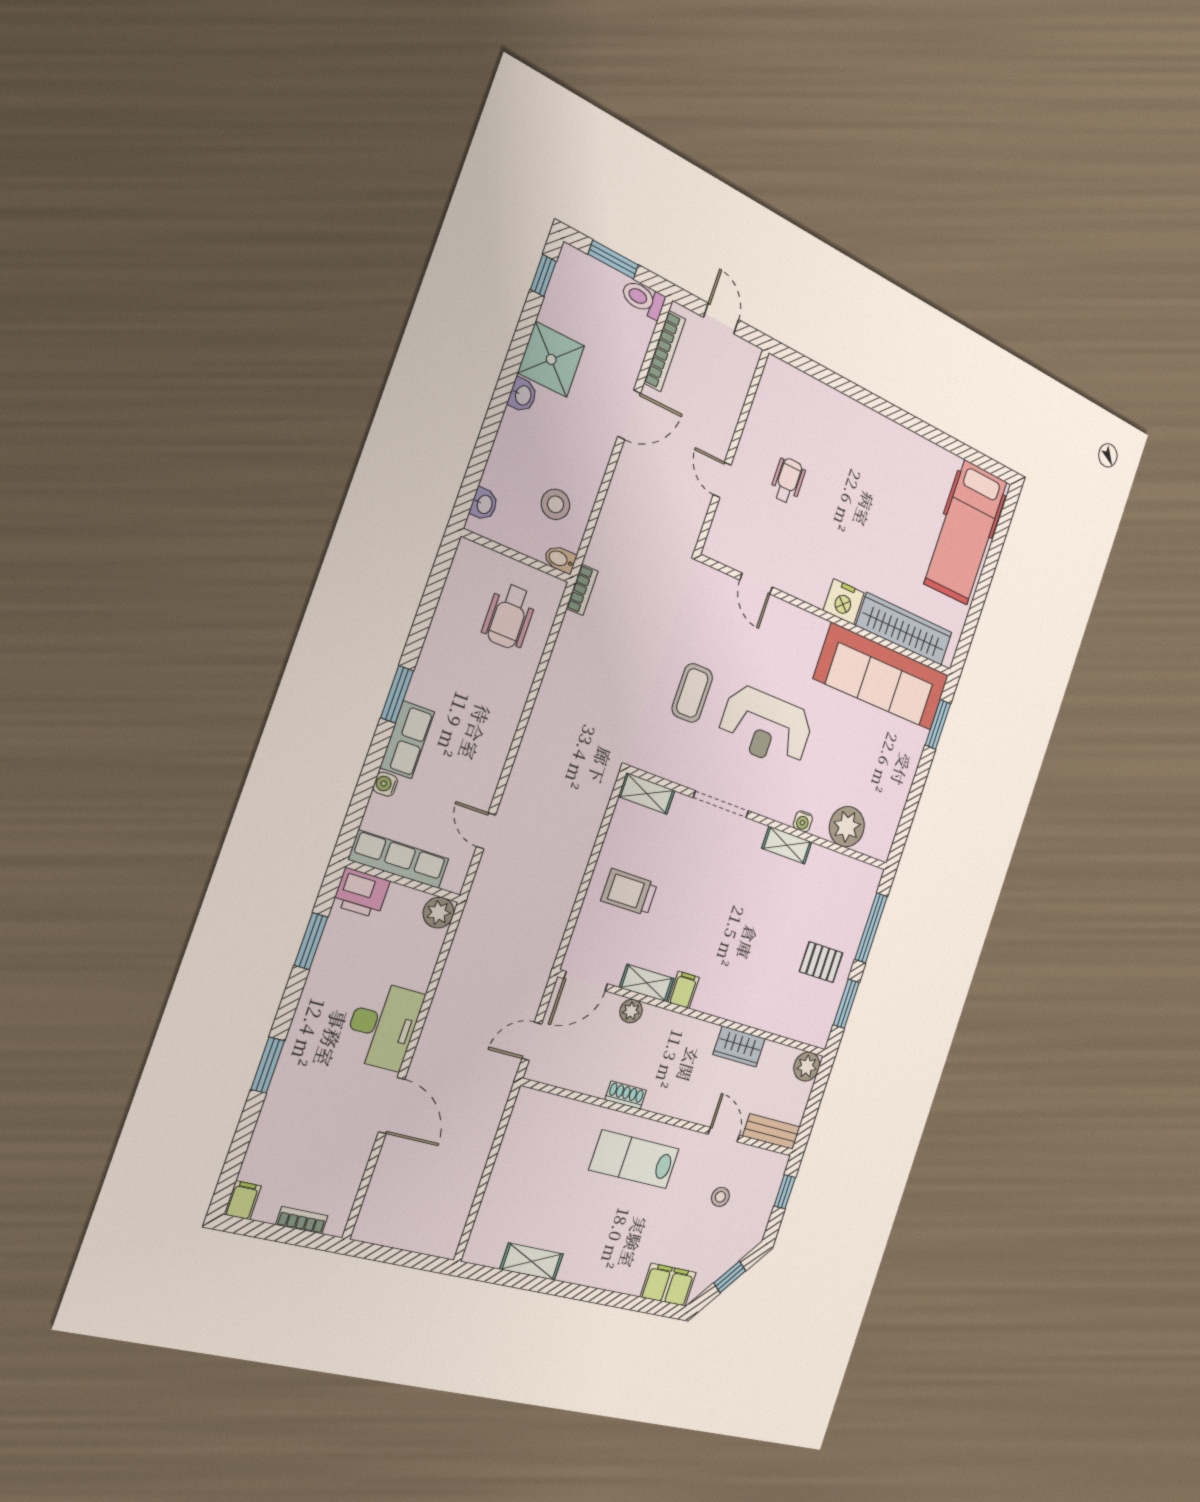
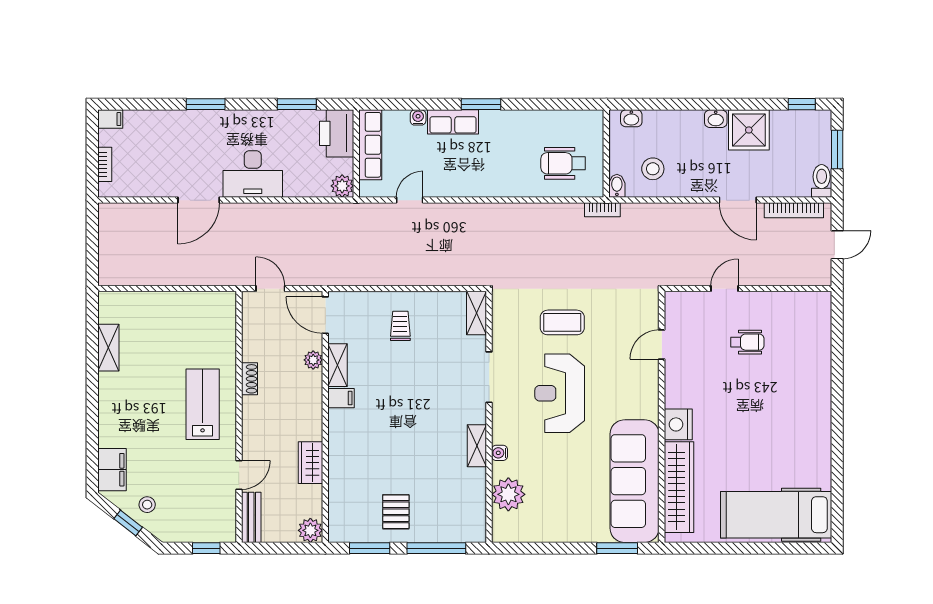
trolley: (629, 892) -> (400, 326), width x0.73, depth x0.72
printer: (361, 893) -> (337, 133), width x1.37, depth x1.19
stool: (720, 1197) -> (147, 505), moved

